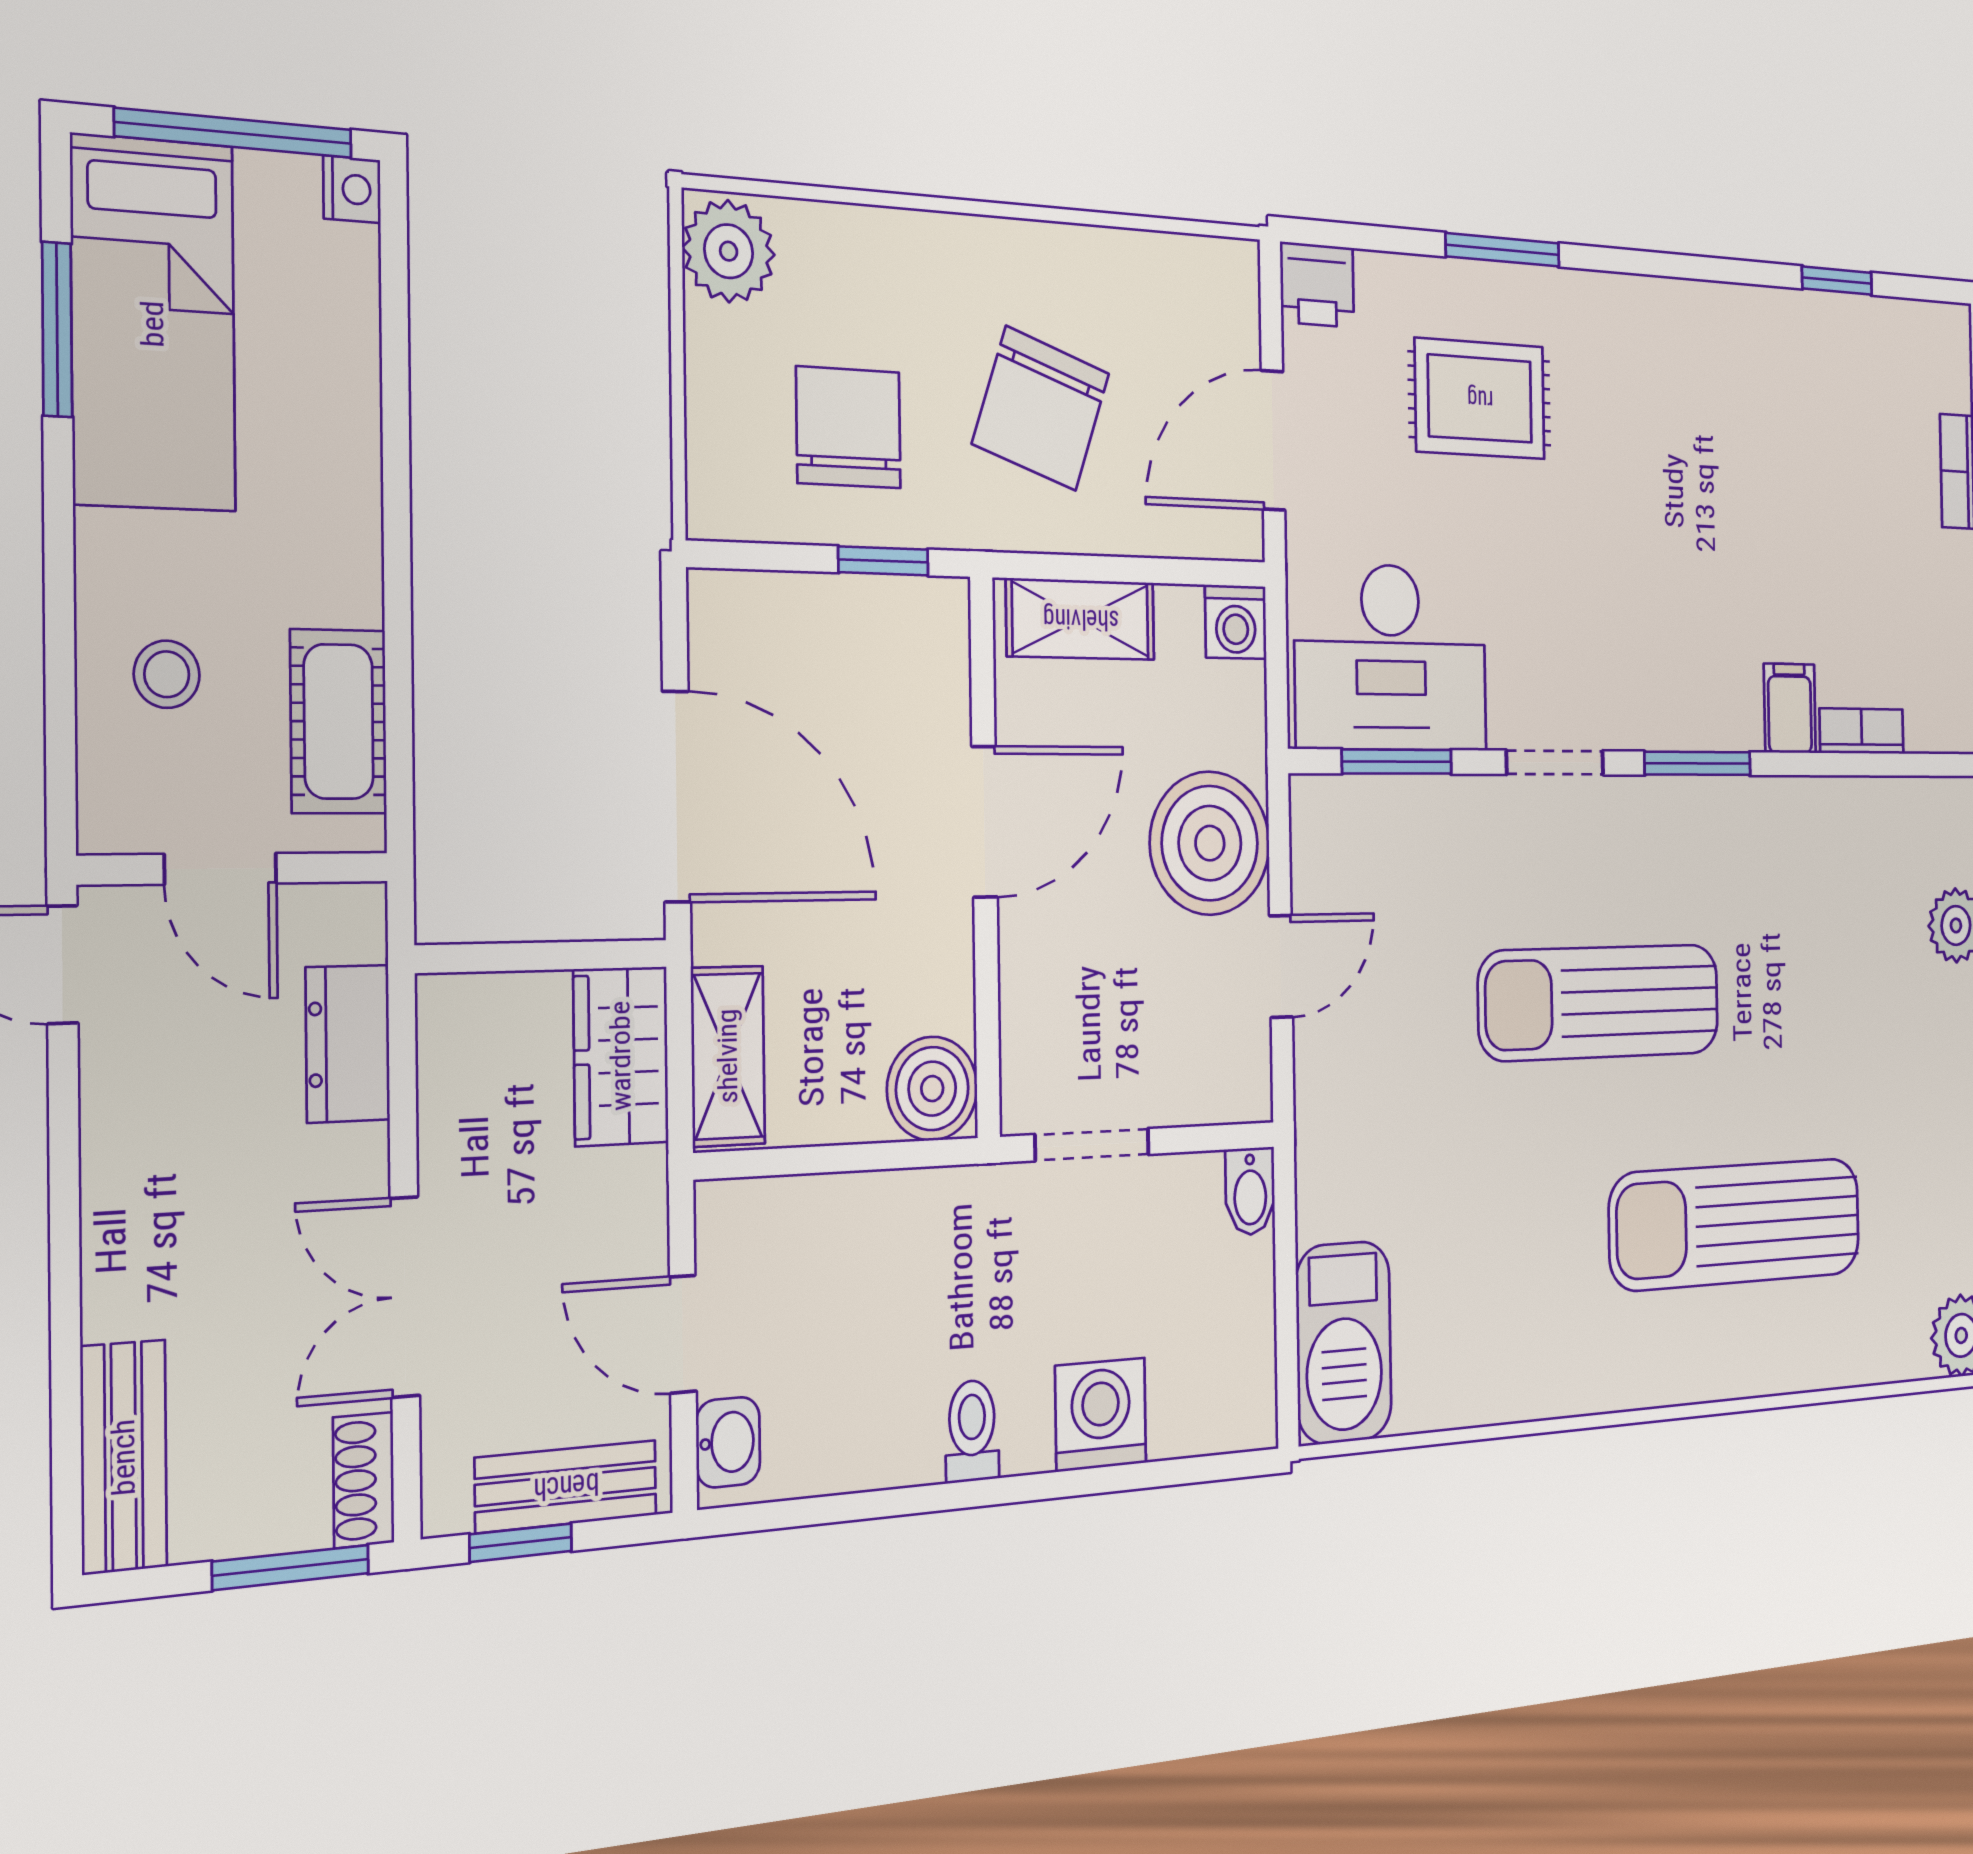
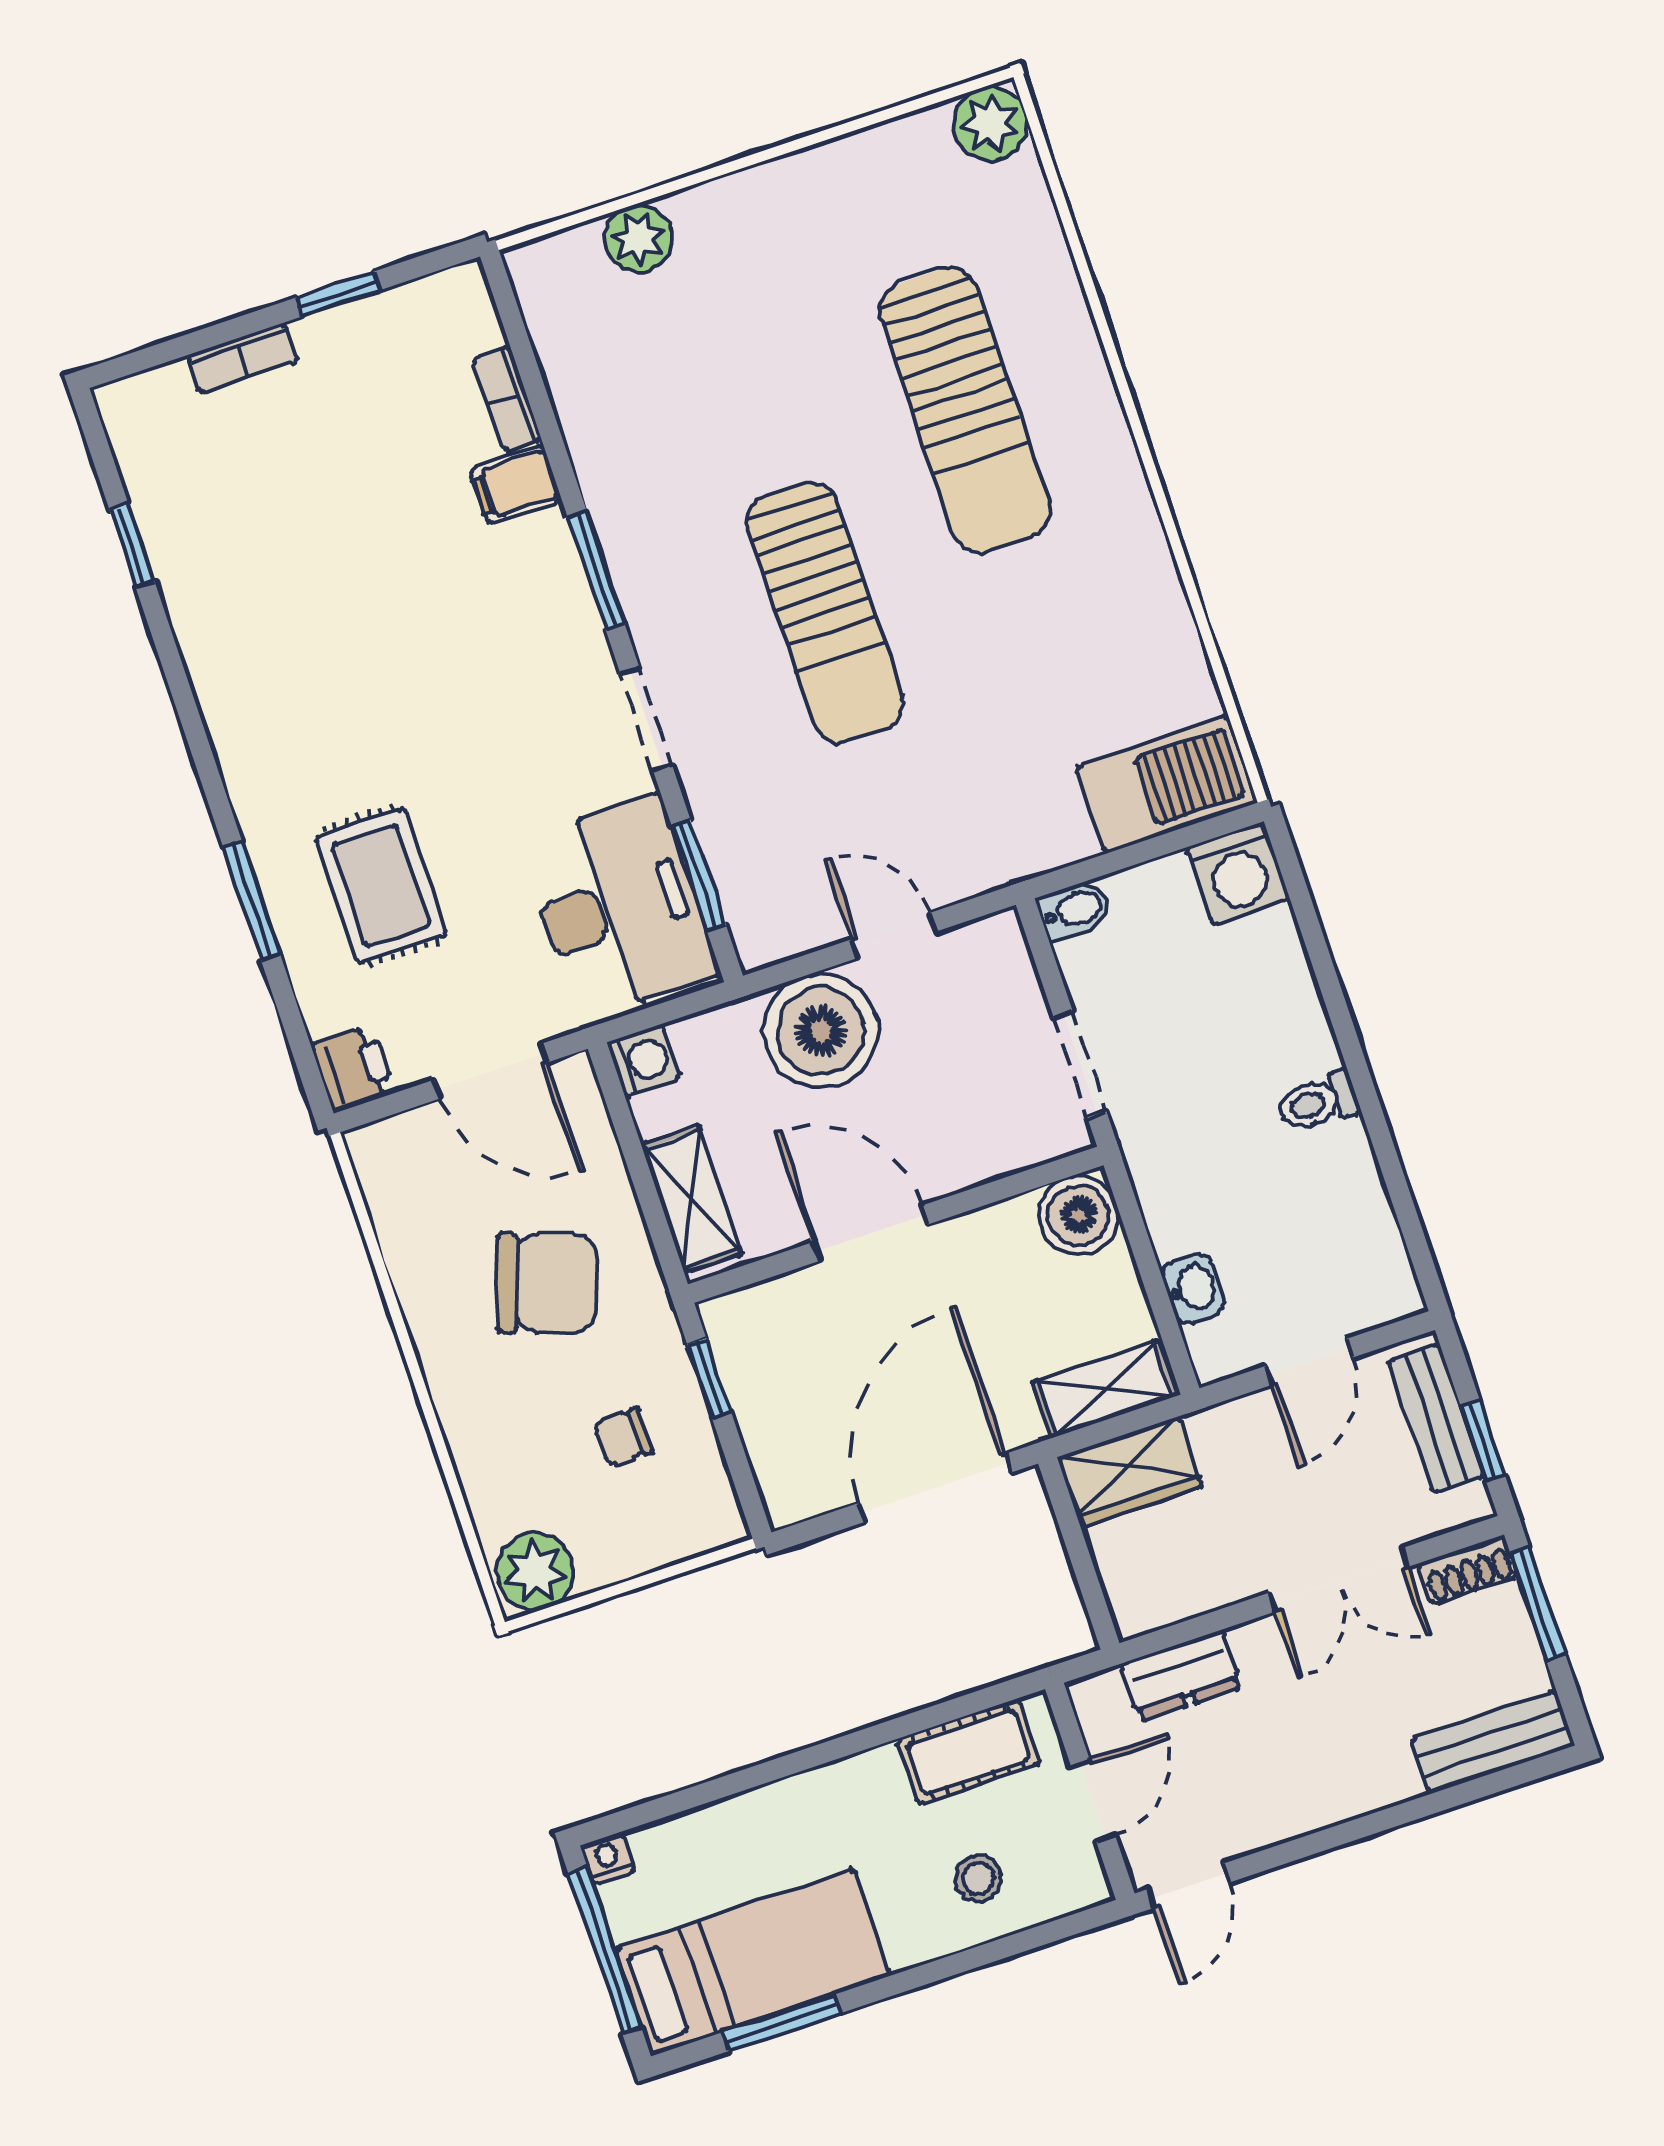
chair: (848, 427) -> (623, 1437), width x0.54, depth x0.54
washing machine: (1101, 1415) -> (1238, 873), moved, turned -90
washbasin: (728, 1442) -> (1193, 1288), moved, turned 90

